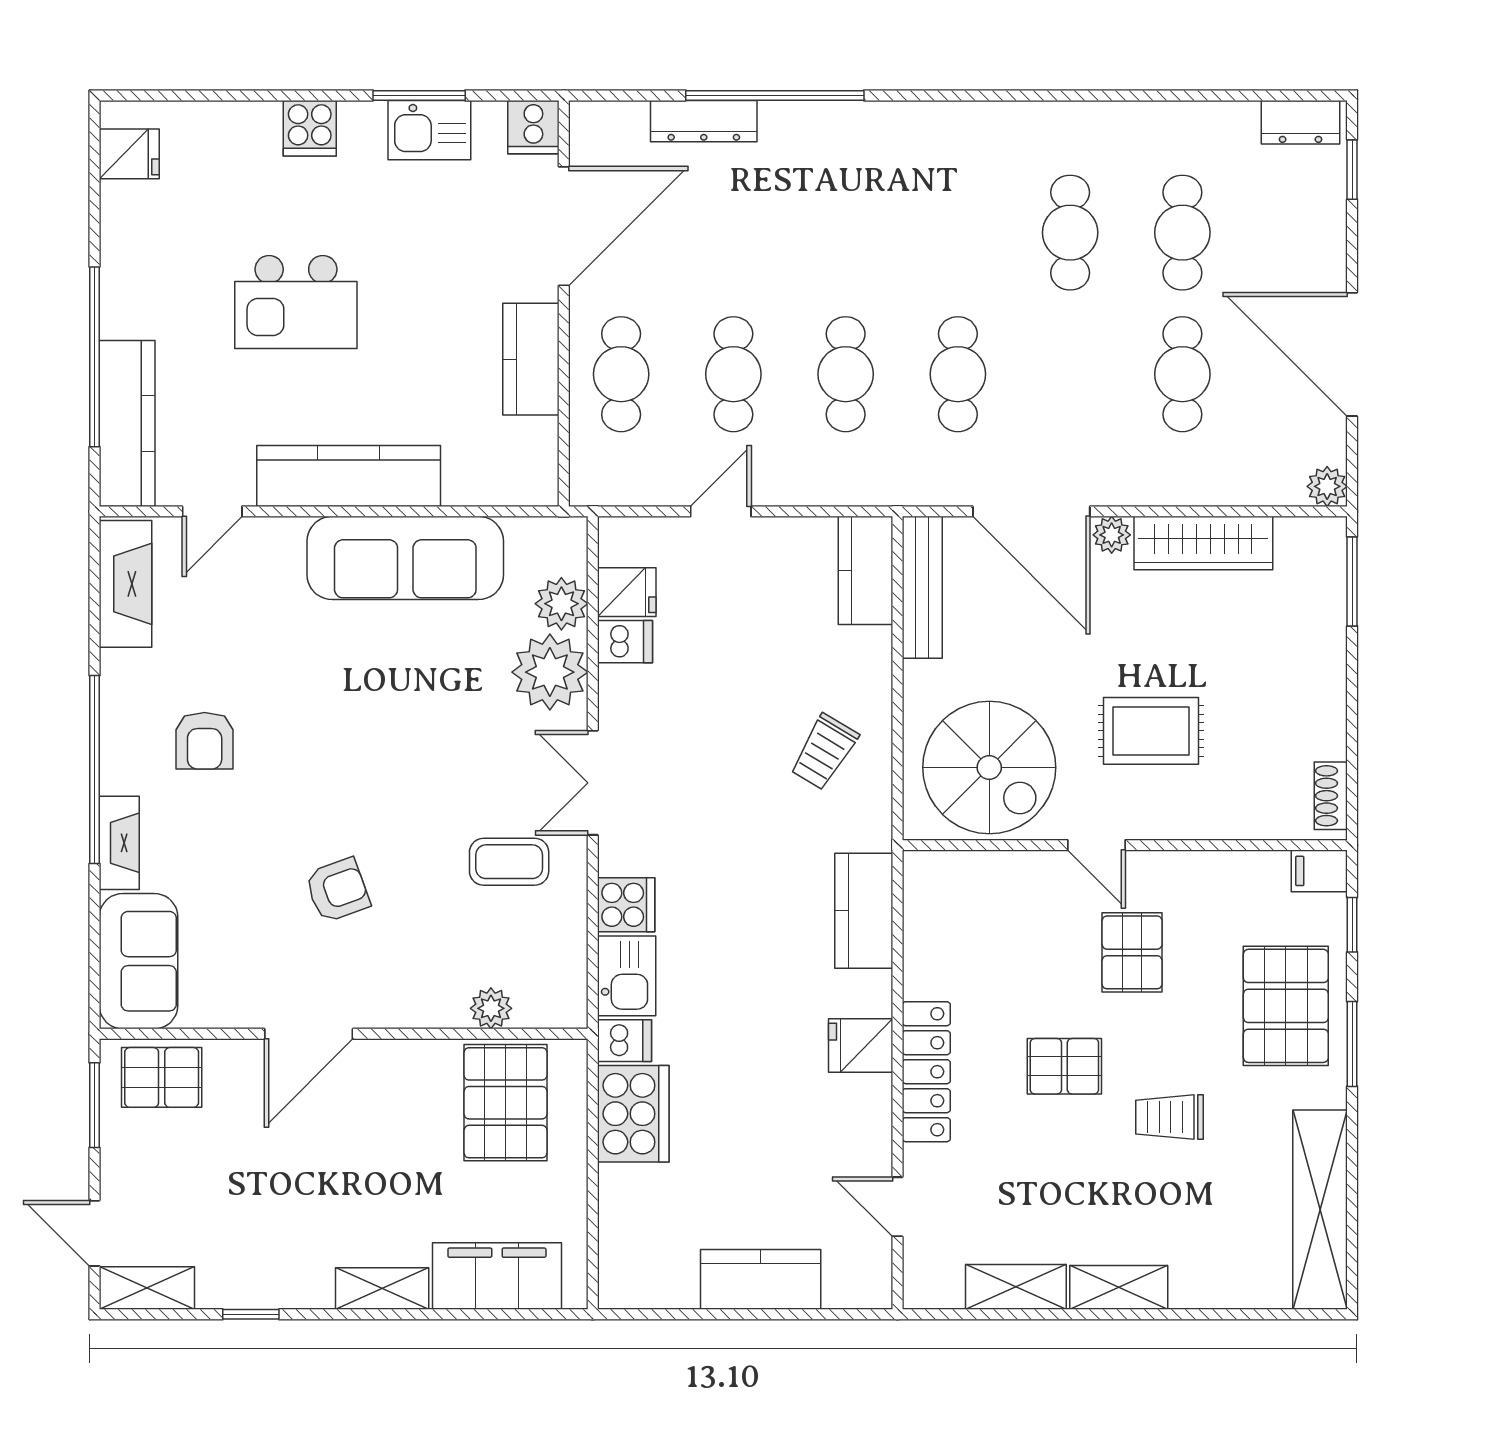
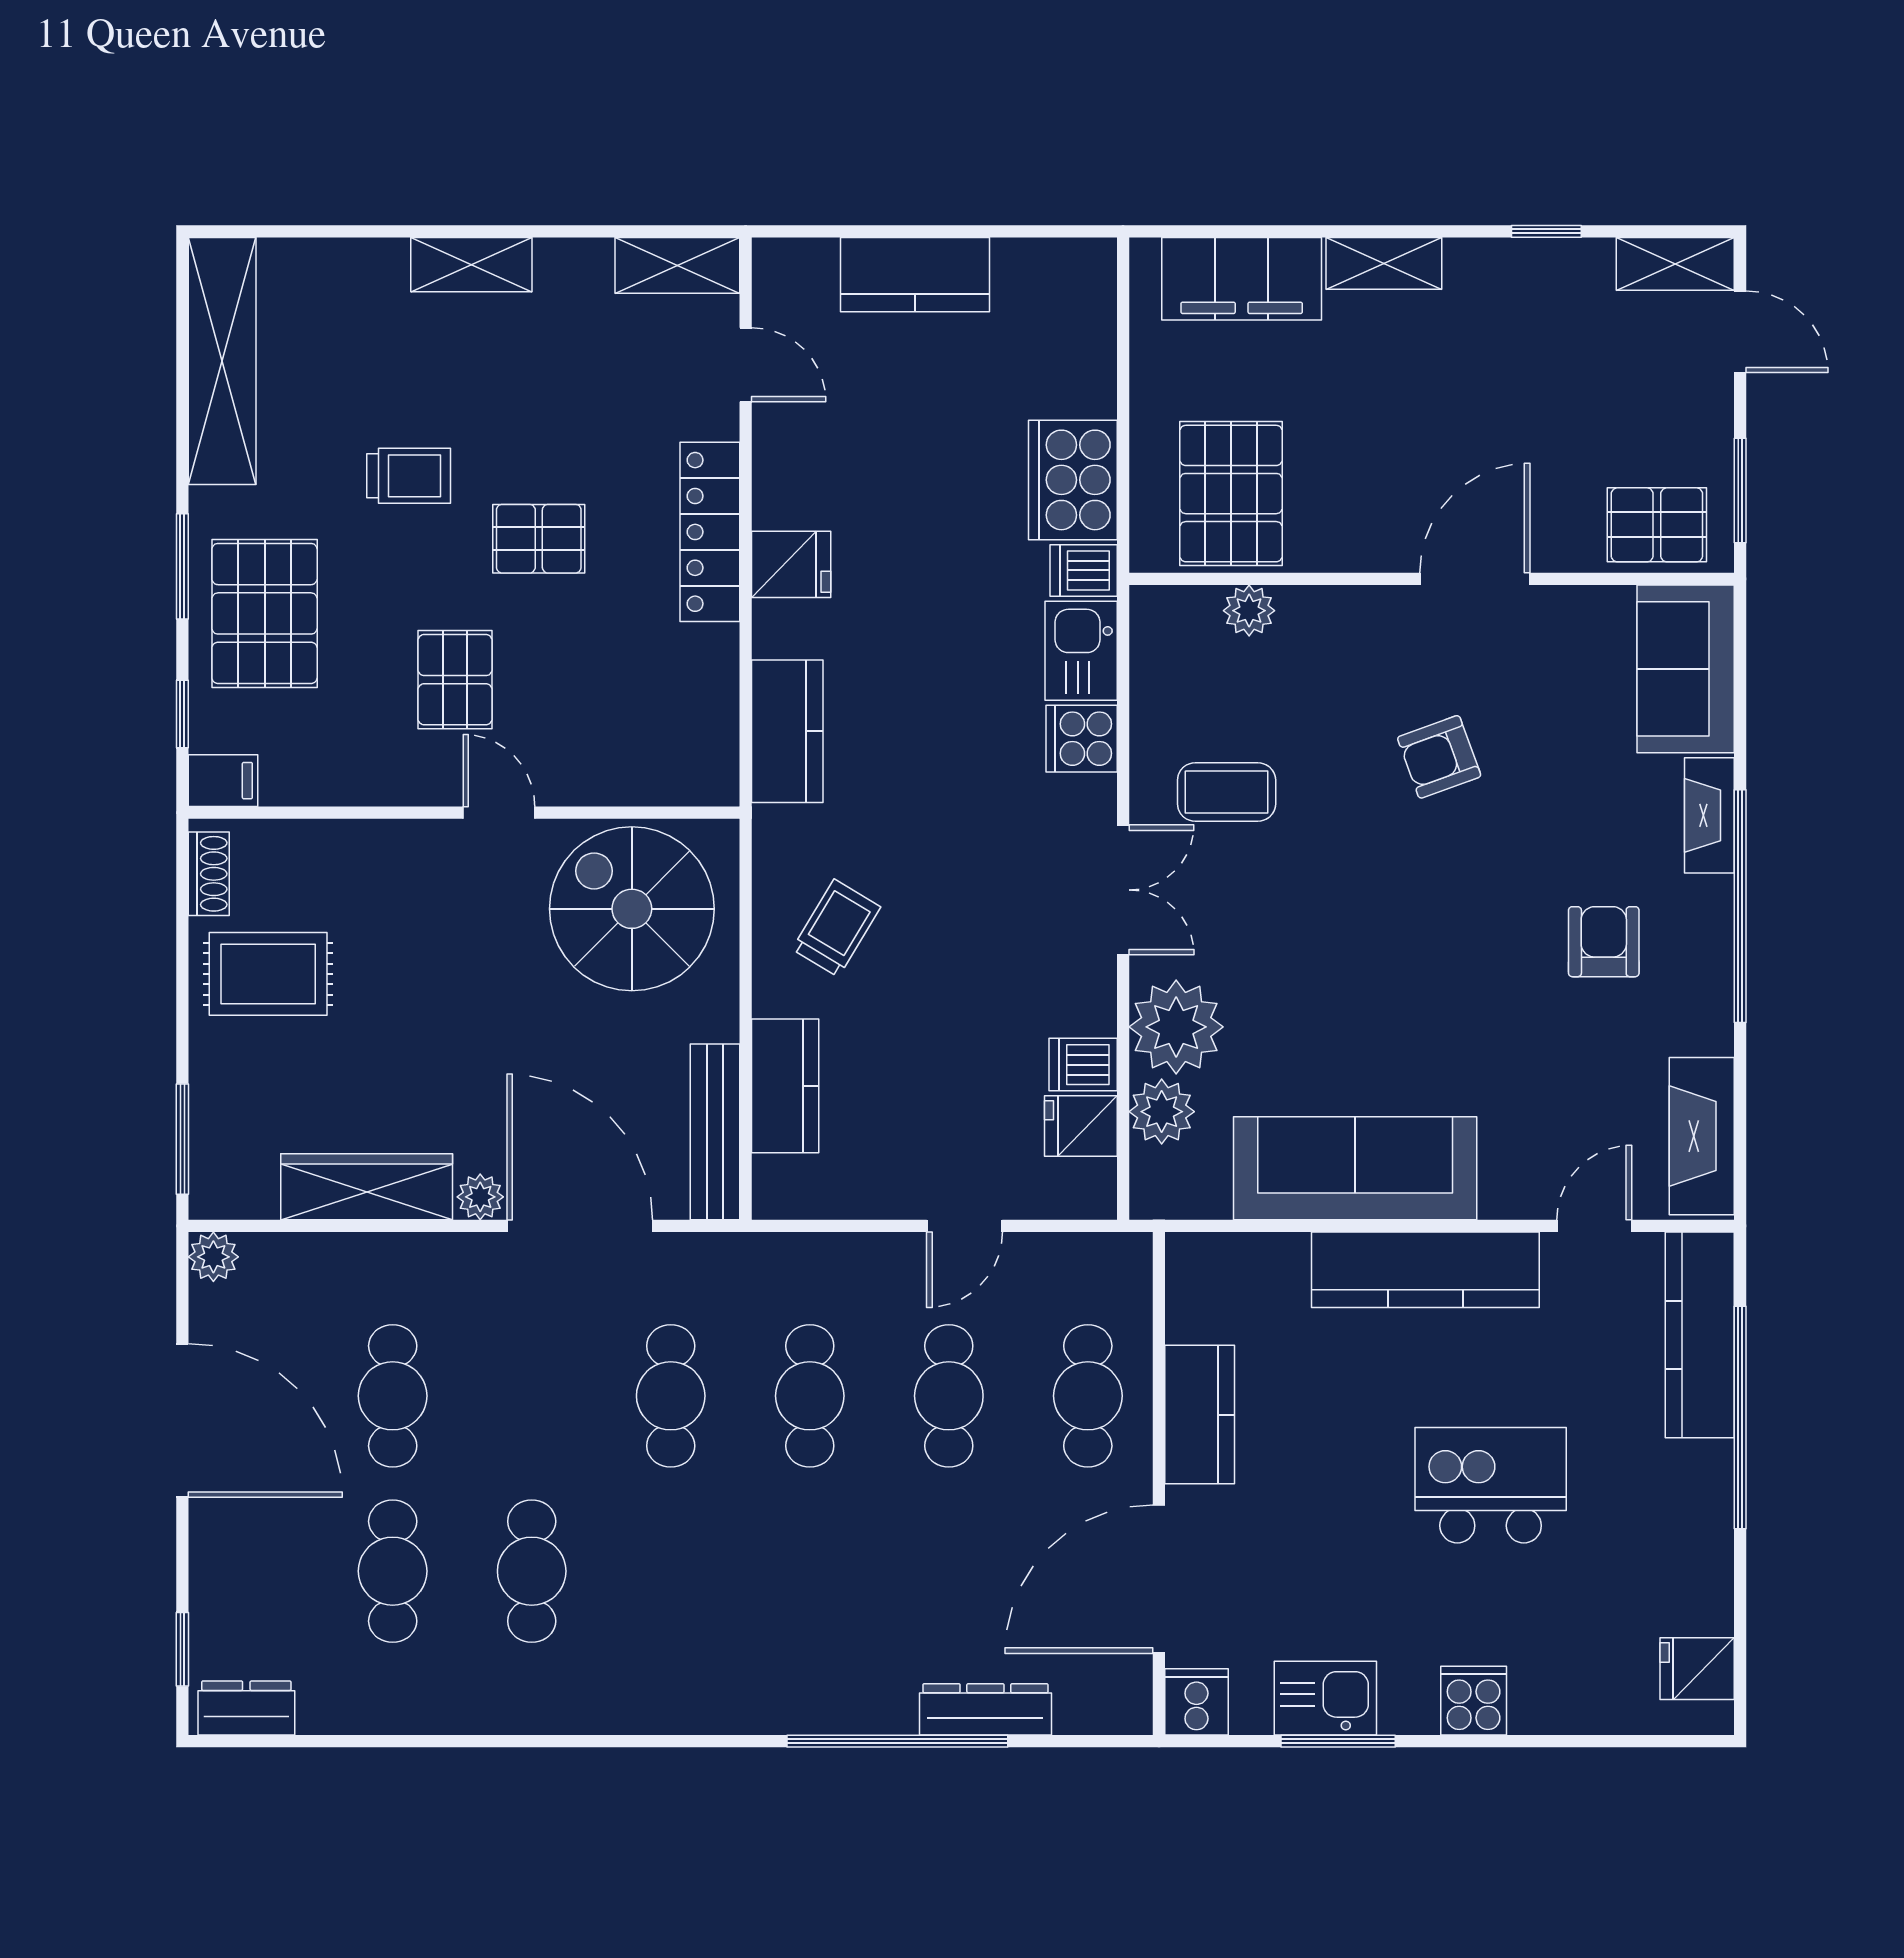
kitchen counter: (866, 570) -> (785, 1086), moved
rug: (1151, 731) -> (268, 974), moved
shelving: (1016, 1287) -> (677, 265), moved

